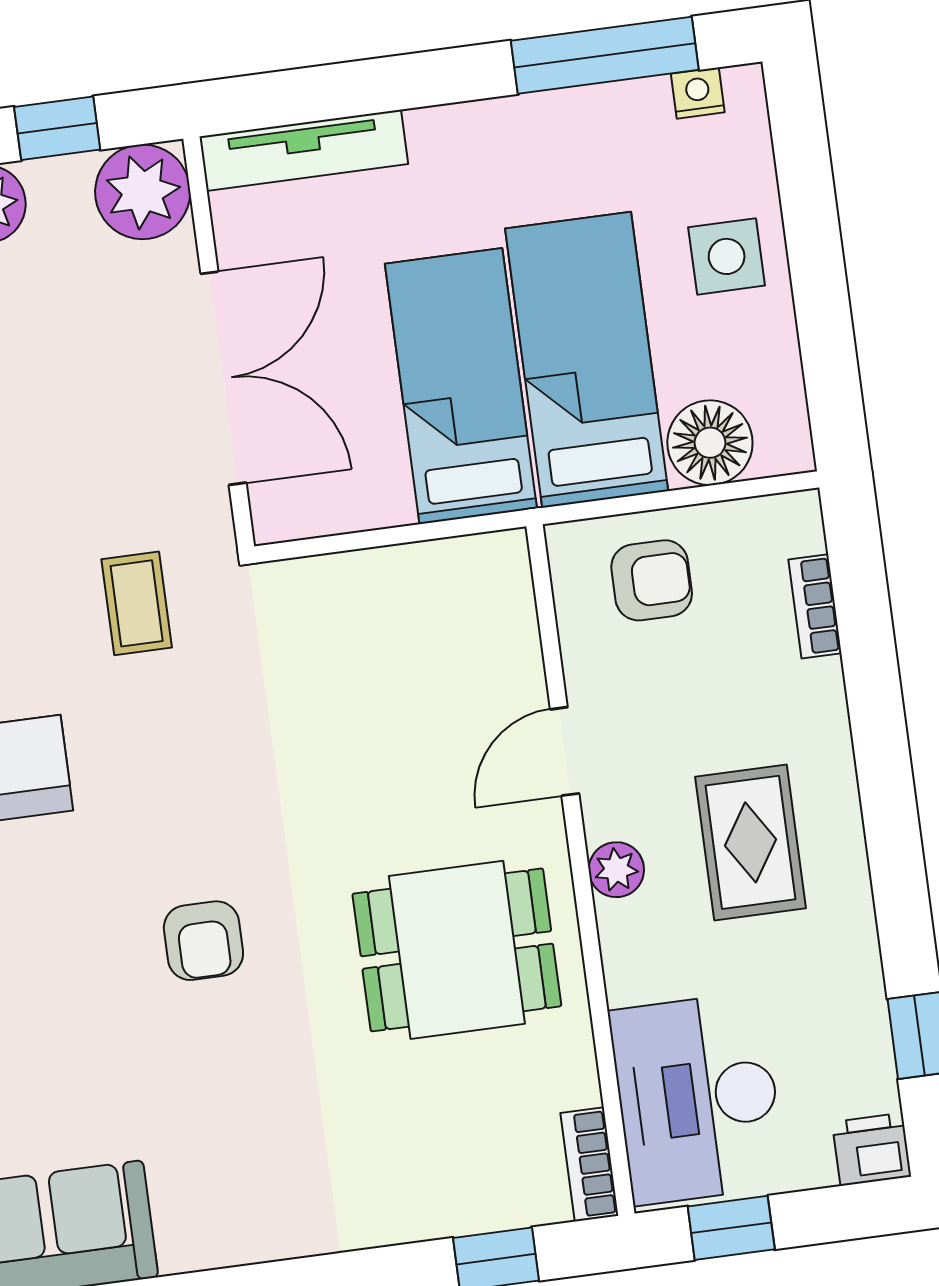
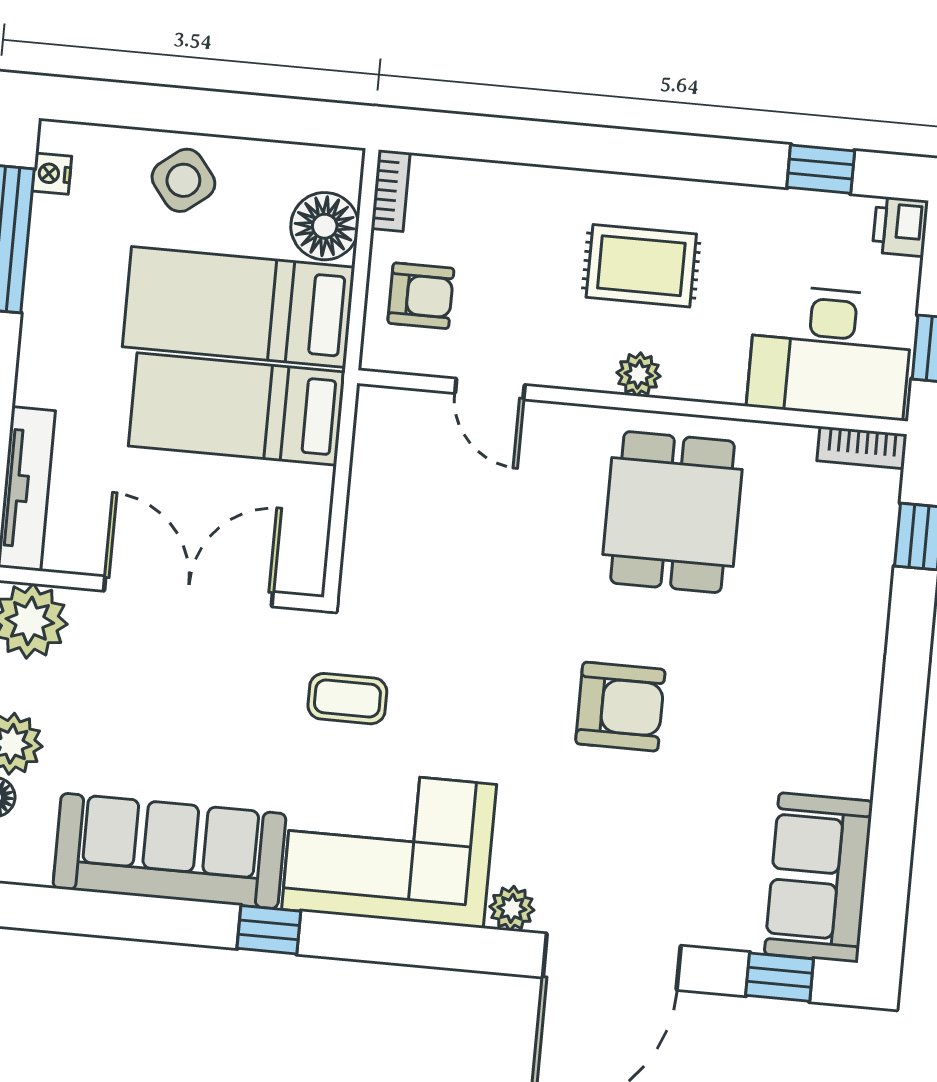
side table: (727, 256) -> (183, 180), turned -38
armchair: (652, 580) -> (421, 296), turned 90
bookcase: (815, 606) -> (391, 191), moved, turned -90
door: (565, 751) -> (490, 389), moved
armchair: (203, 941) -> (620, 707), width x1.38, depth x1.38

